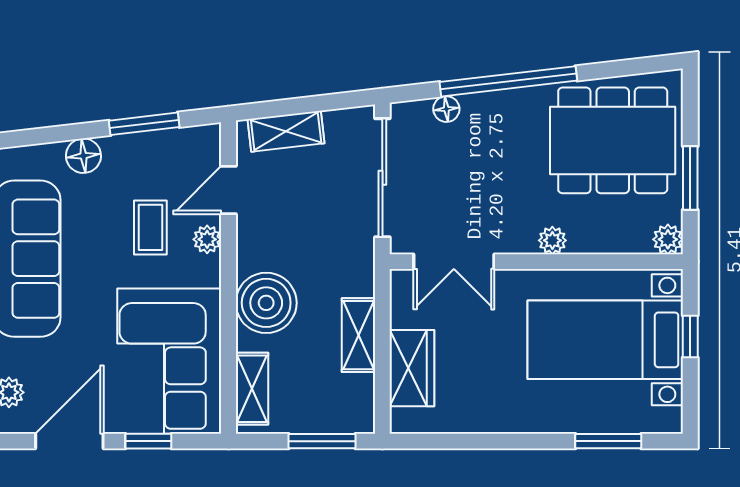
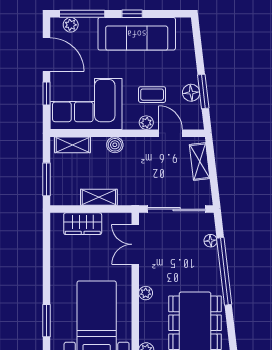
floor lamp: (83, 156) -> (191, 93), moved
boiler: (266, 303) -> (115, 145), width x0.54, depth x0.54

